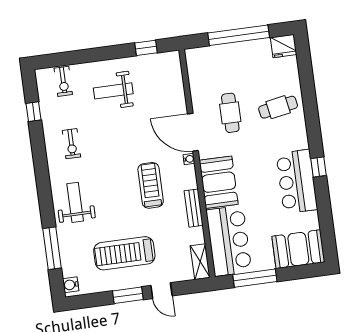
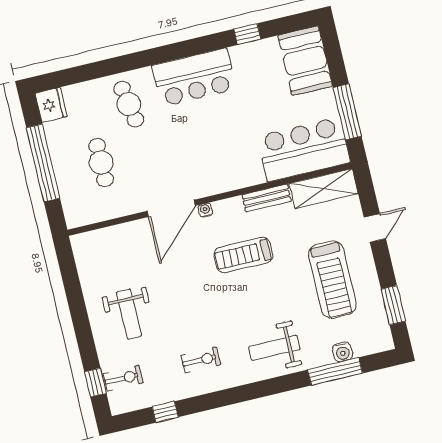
window: (146, 48) -> (95, 383), moved
cafe table: (230, 113) -> (101, 163), moved, turned 90
window: (318, 167) -> (247, 34), moved
booth: (219, 182) -> (231, 170), removed
bar counter: (297, 182) -> (194, 77), moved
shelving: (200, 262) -> (324, 189), width x1.50, depth x1.33
water cooler: (71, 285) -> (342, 352), moved
window: (128, 295) -> (393, 305), moved

